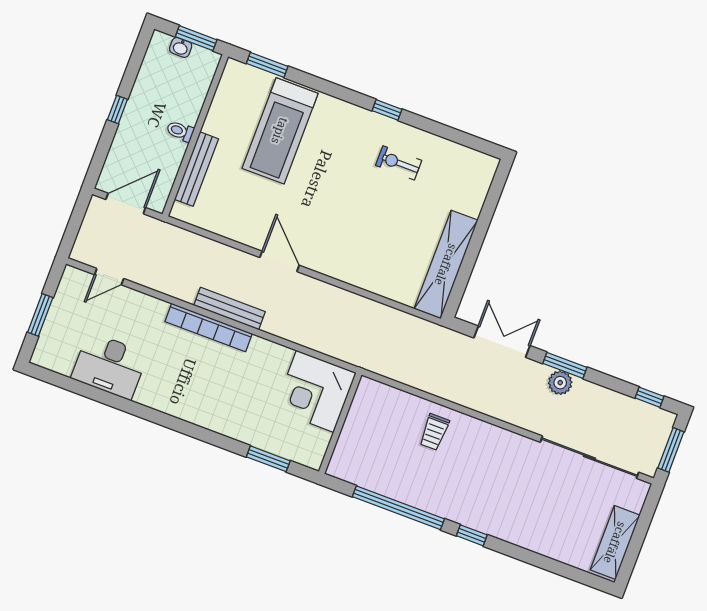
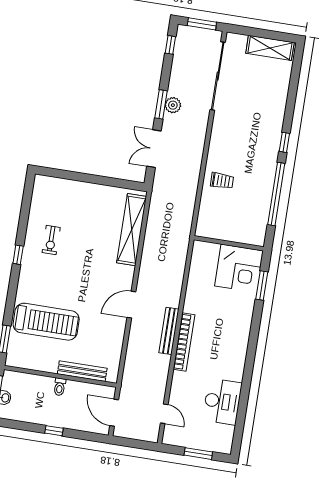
shelving: (446, 265) -> (132, 230), moved, turned 90
corner desk: (315, 391) -> (239, 268), moved

